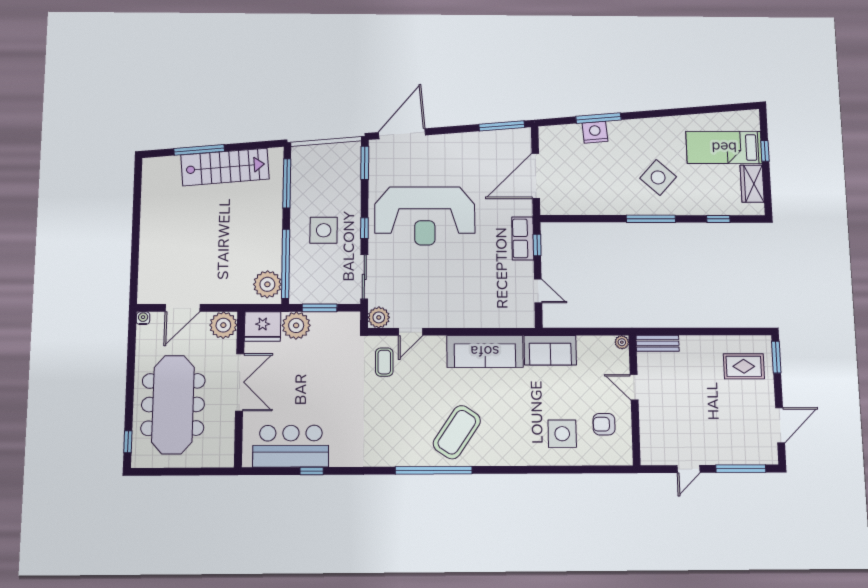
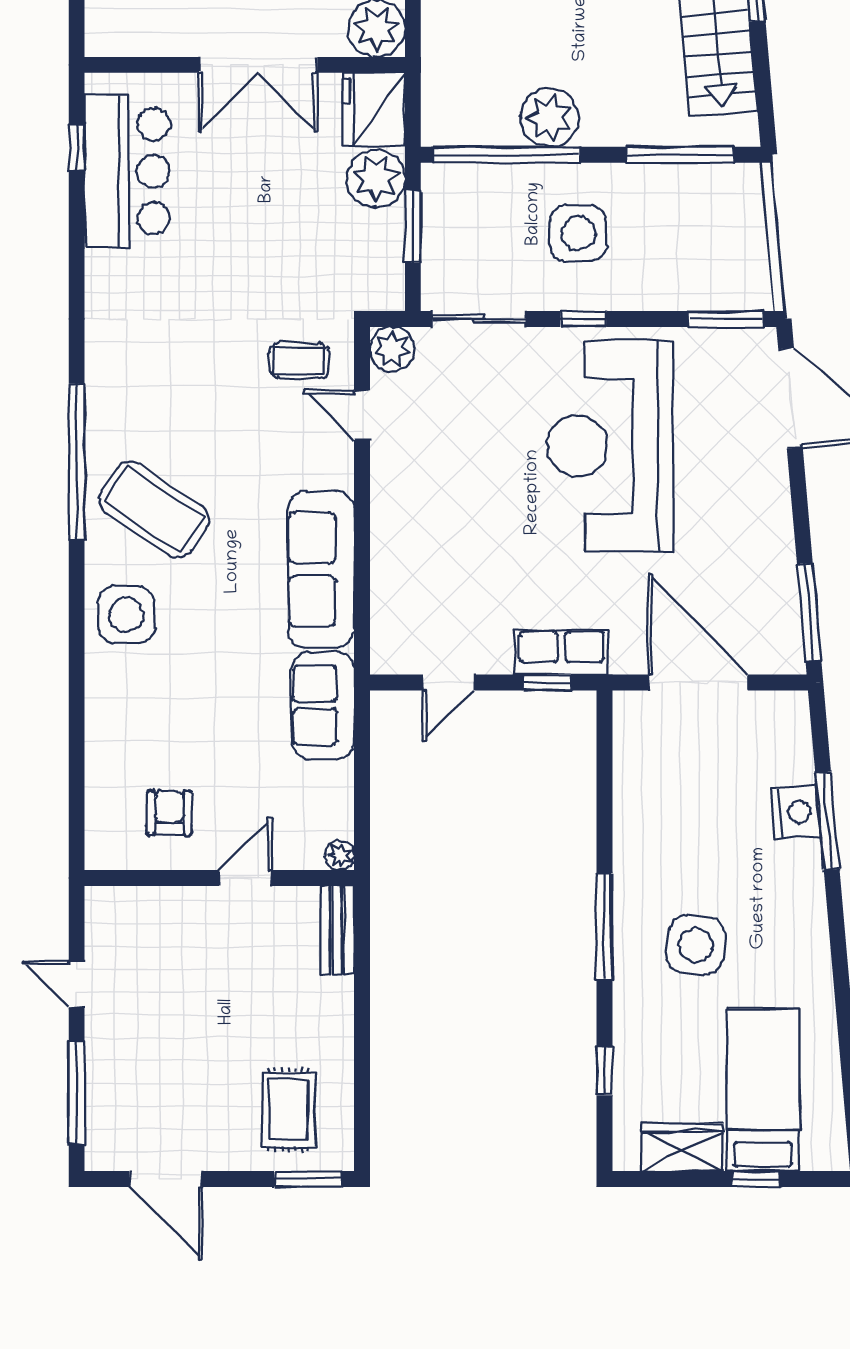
side table: (658, 177) -> (696, 945), turned -34
plant: (267, 284) -> (550, 118), moved
side table: (562, 434) -> (126, 615), moved
window: (312, 471) -> (77, 147), moved

